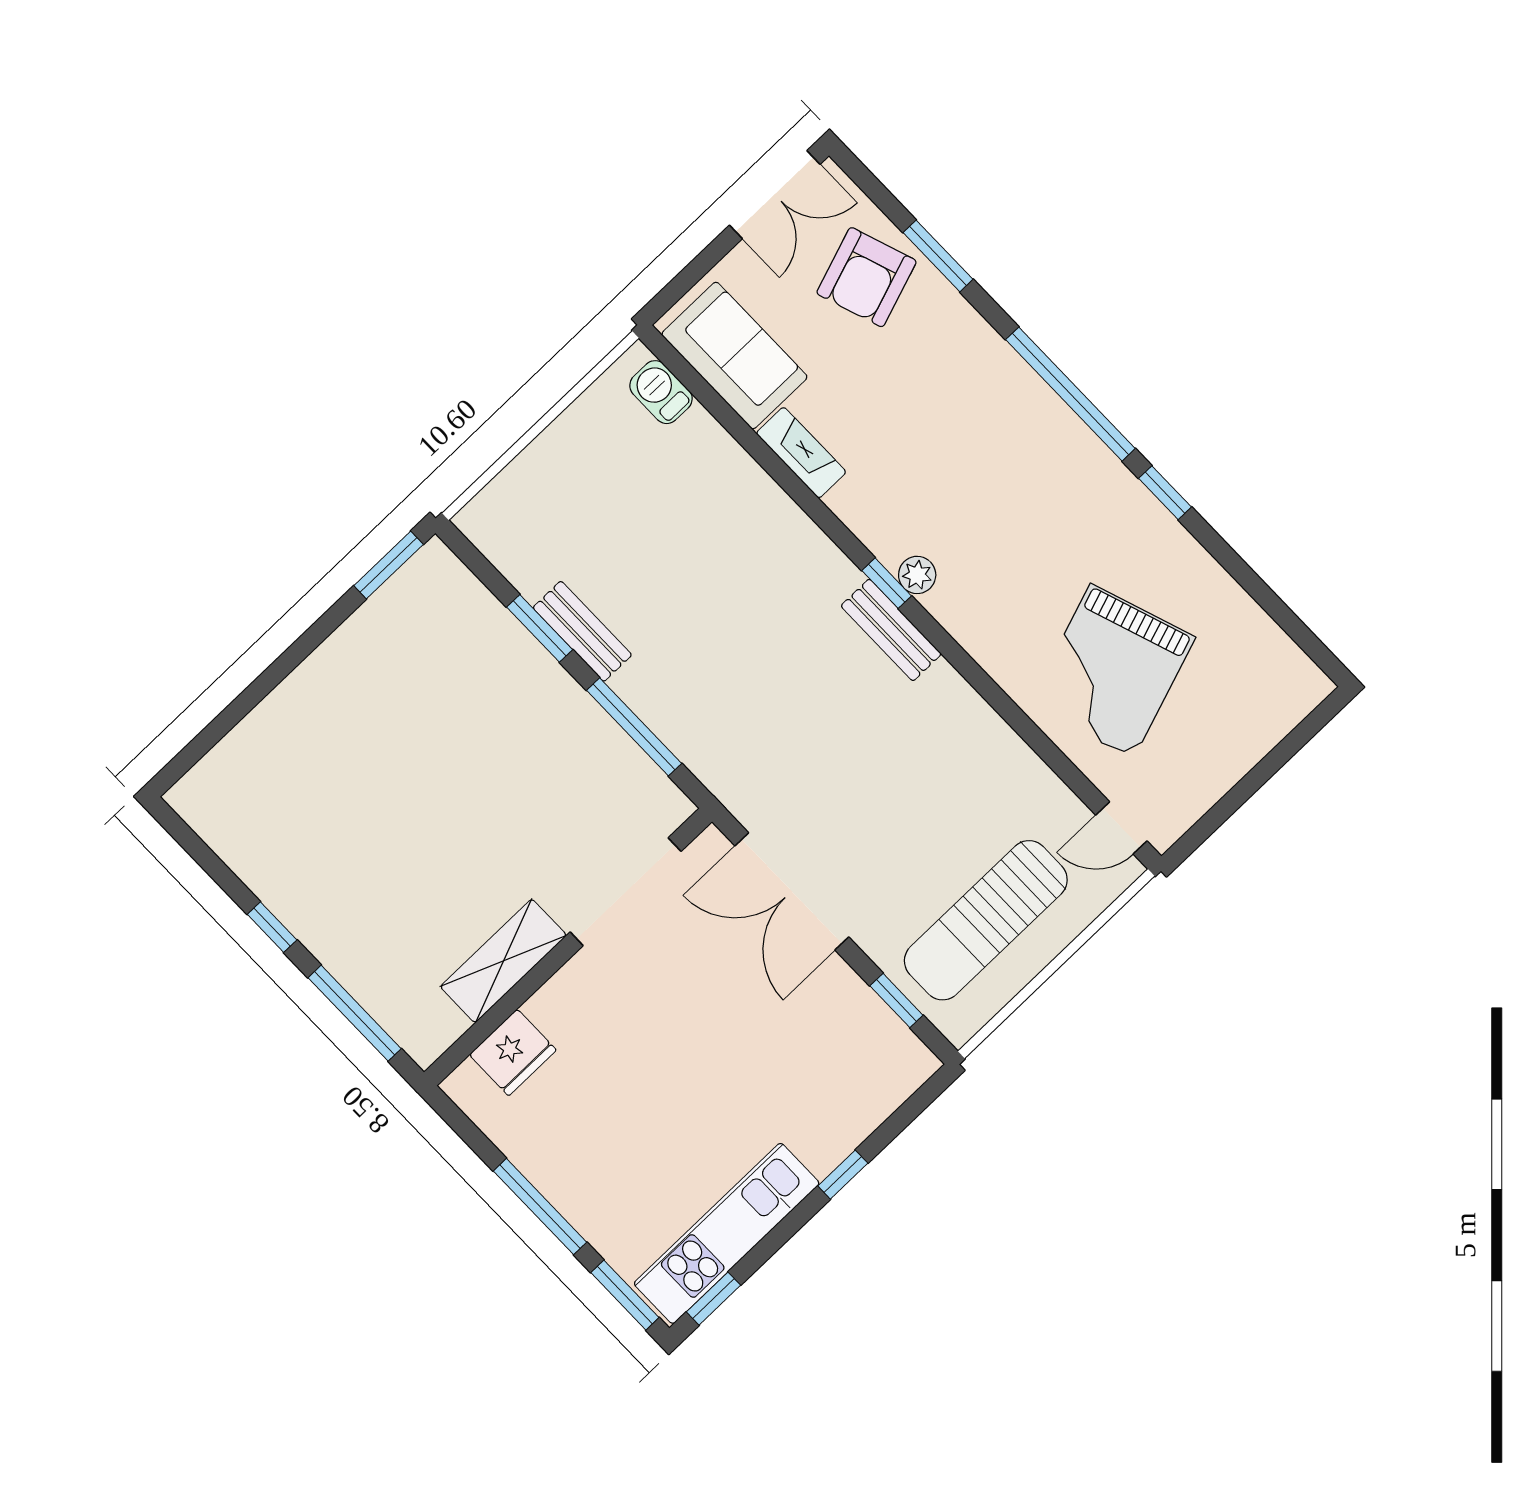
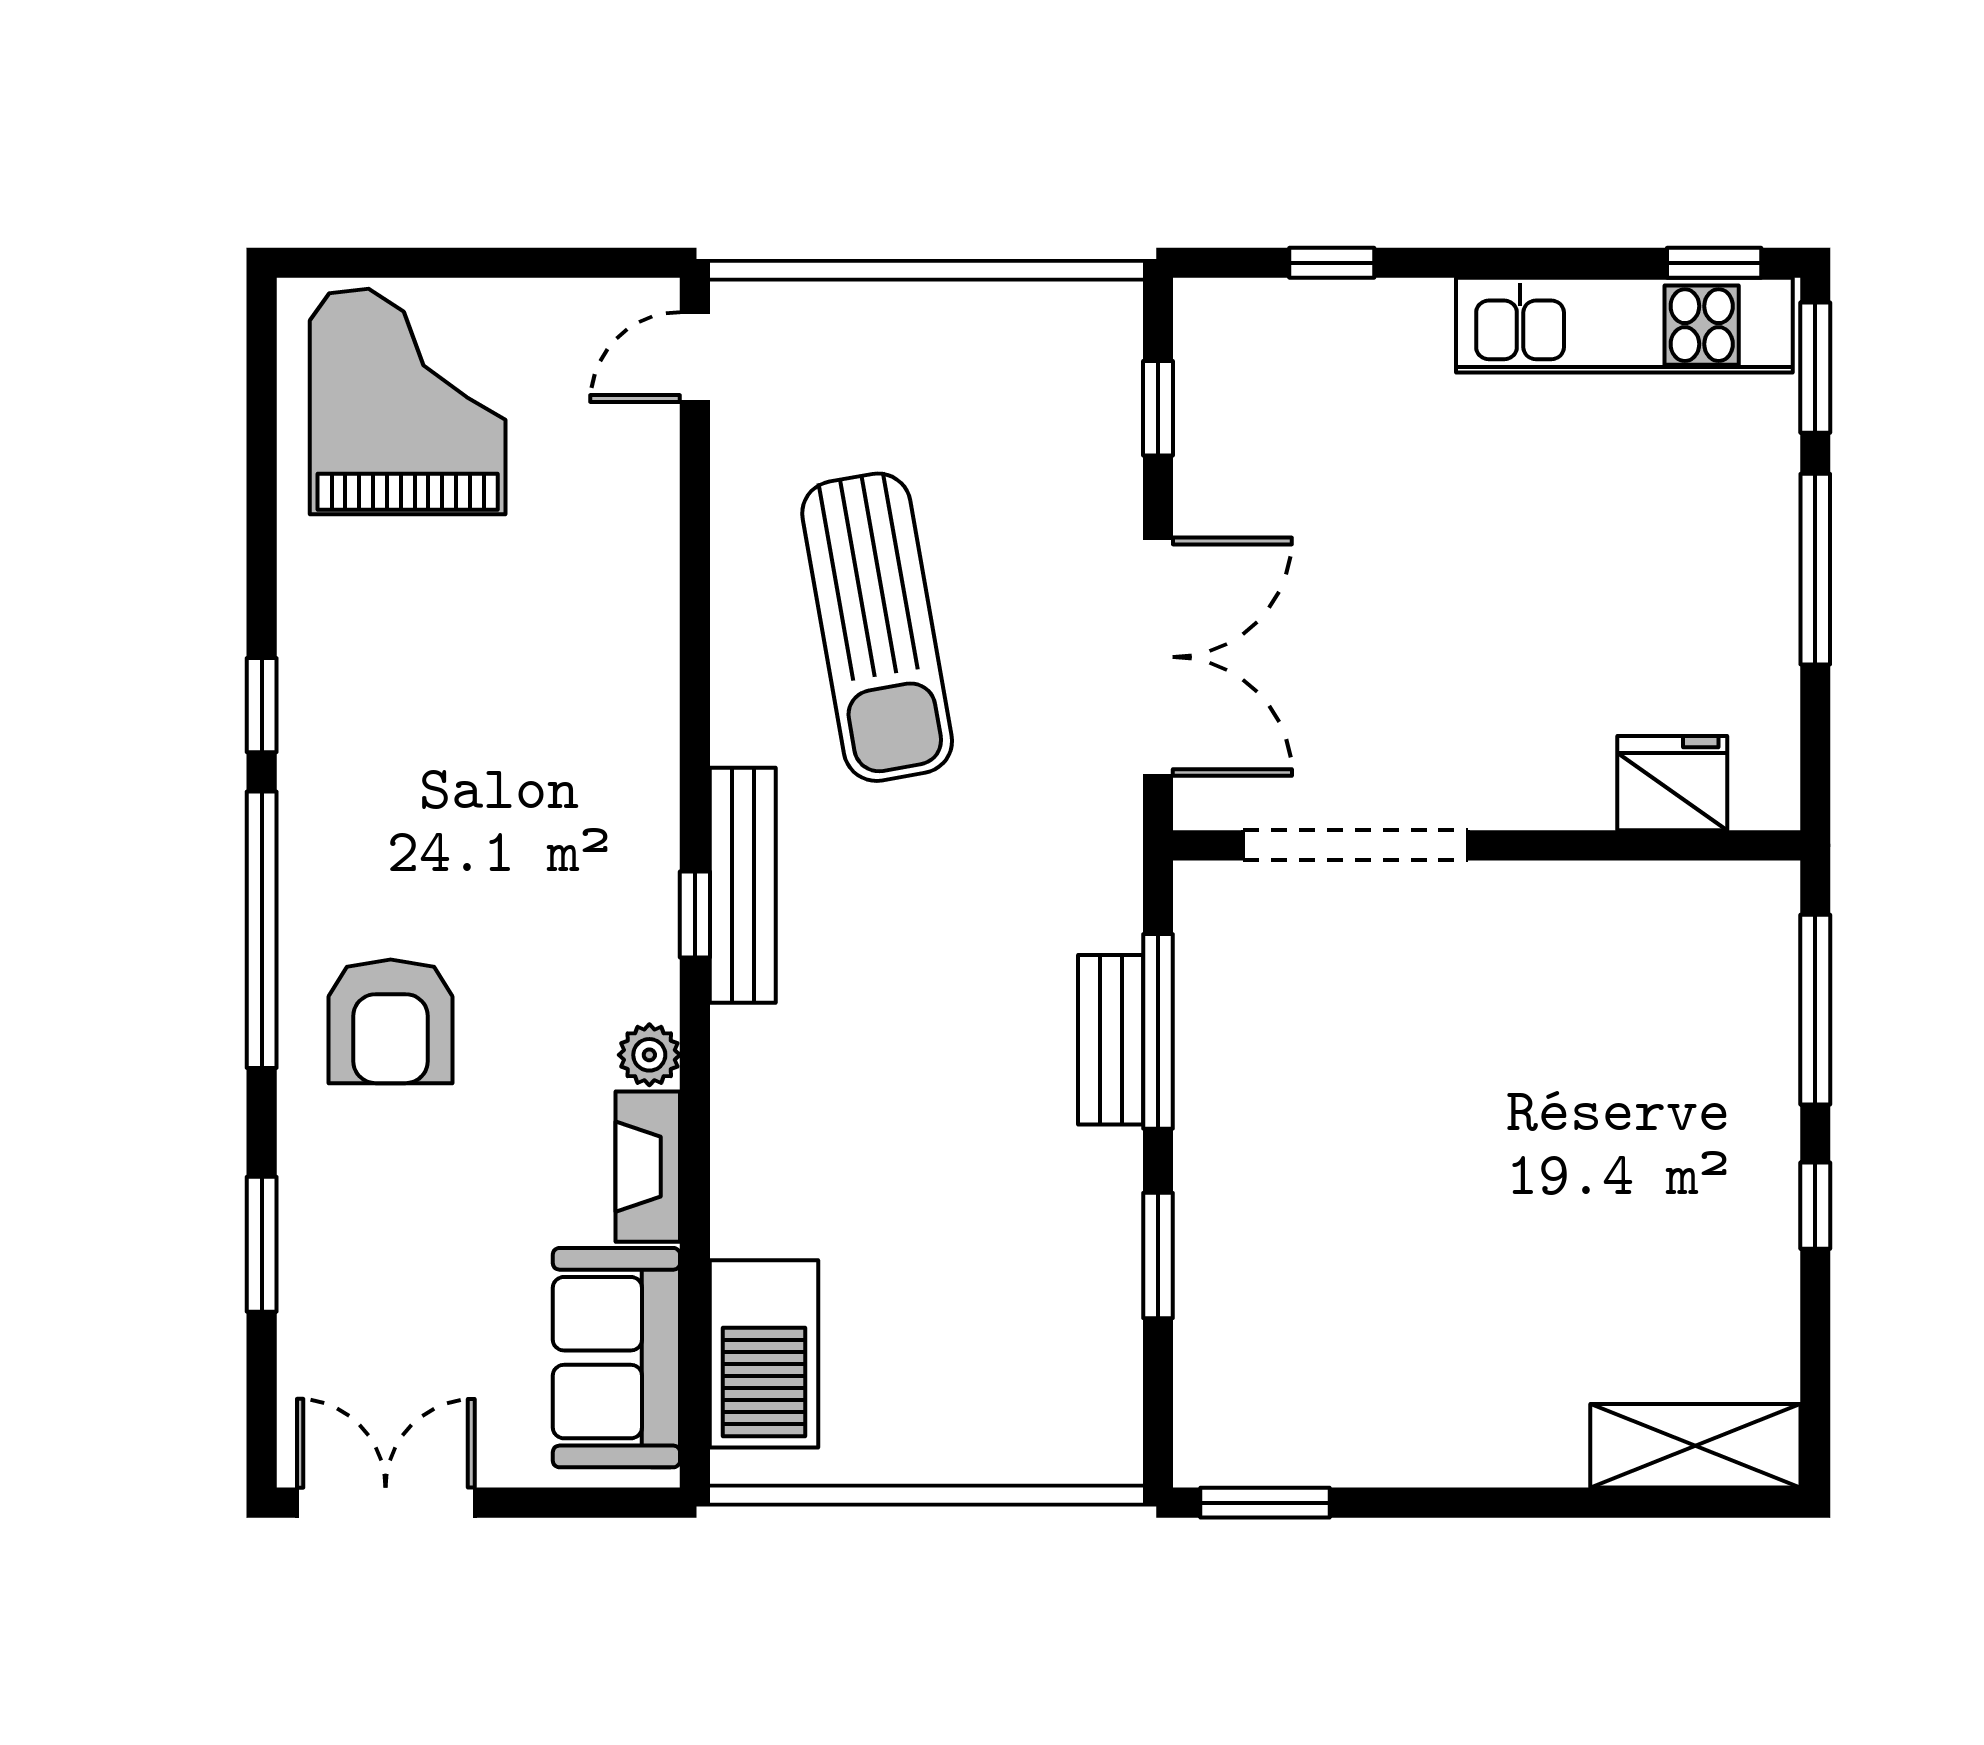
armchair: (867, 277) -> (391, 1021), moved, turned 109
barbecue: (661, 392) -> (764, 1354), width x1.88, depth x1.53
plant: (917, 575) -> (649, 1055), moved
bench: (891, 630) -> (743, 885), width x1.36
bench: (582, 631) -> (1111, 1040), moved
grand piano: (1112, 671) -> (408, 402), moved, turned -71
door: (1121, 828) -> (695, 357), swing flipped
sun lounger: (986, 920) -> (877, 627), moved, turned 80
shelving: (503, 961) -> (1695, 1446), moved
window: (843, 1175) -> (1332, 263), moved

